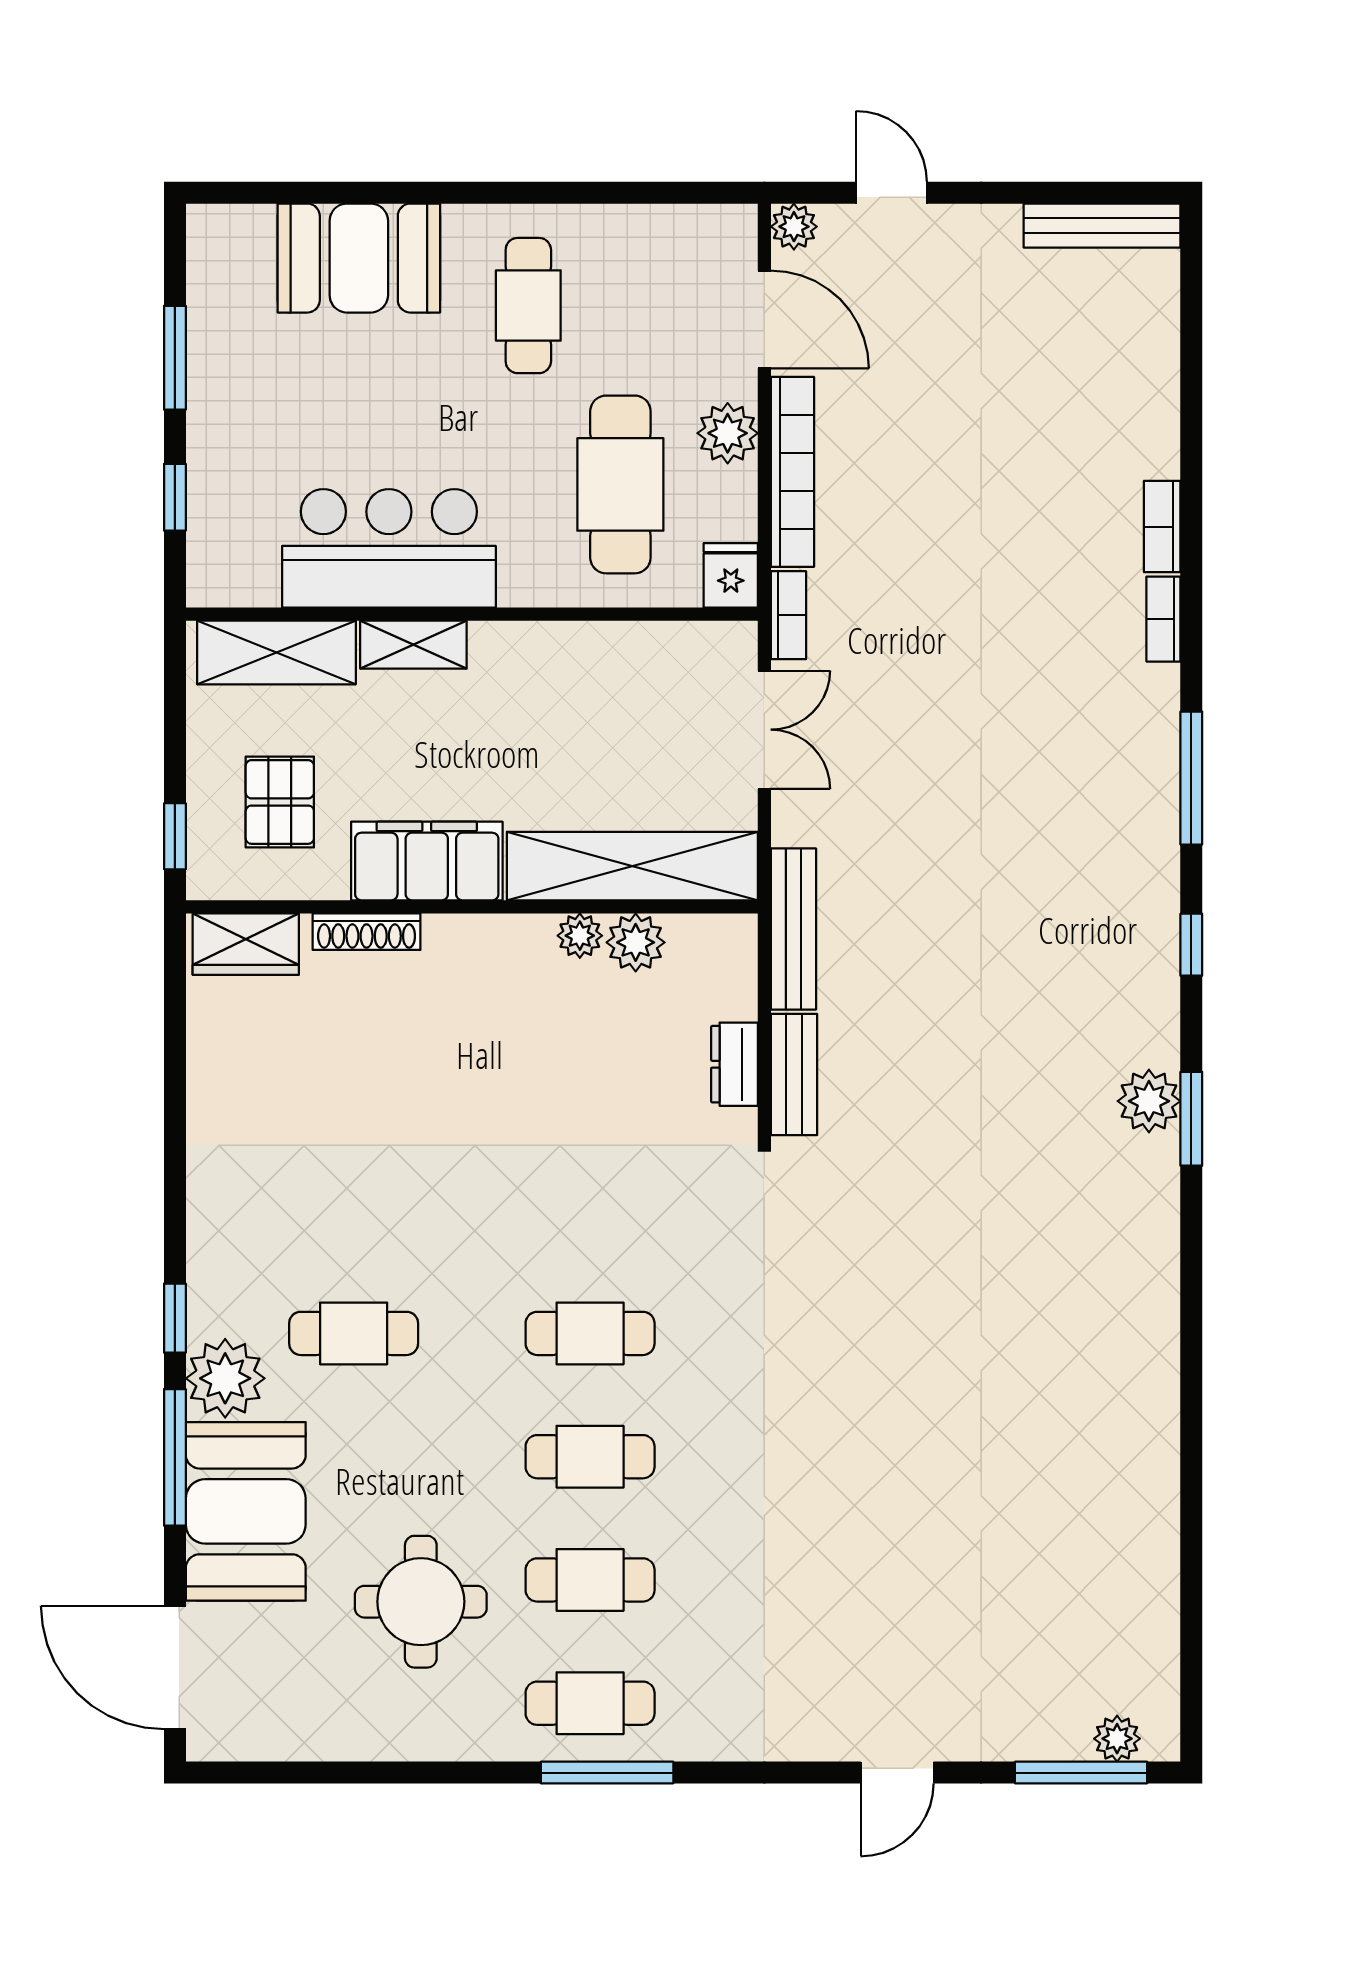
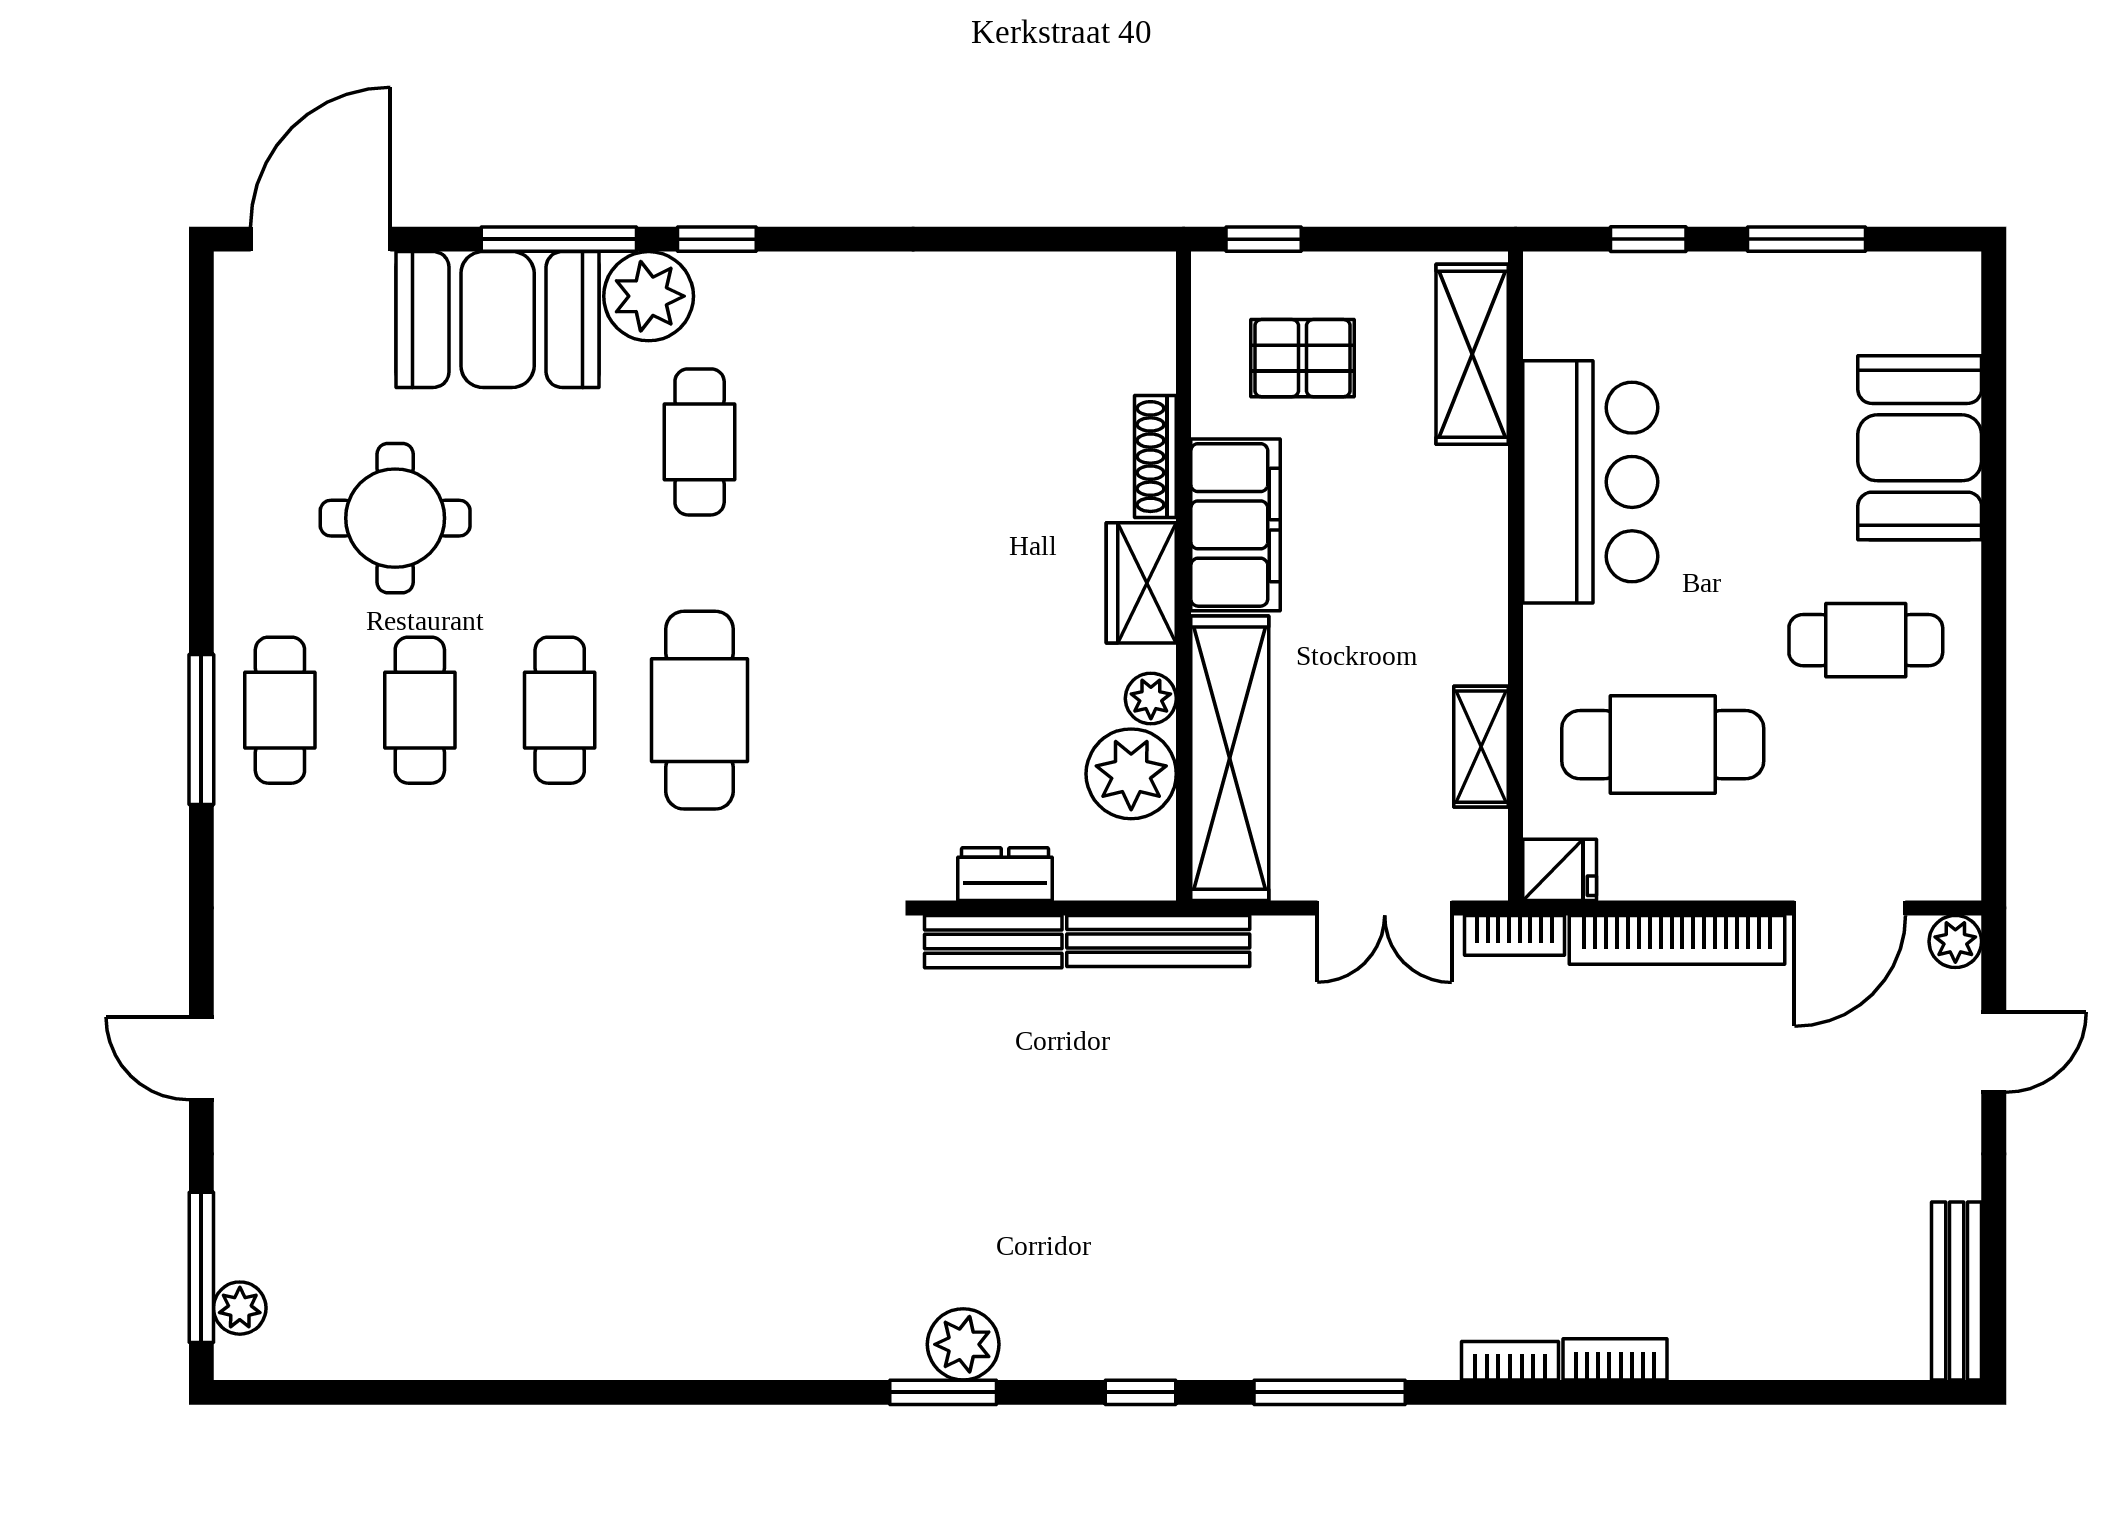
plant: (728, 433) -> (1721, 866), removed
shelving: (413, 645) -> (1481, 747), moved
plant: (636, 942) -> (1131, 774), width x1.36, depth x1.36
wardrobe: (246, 944) -> (1141, 583), moved
cafe table: (590, 1333) -> (700, 710), width x1.37, depth x1.35

